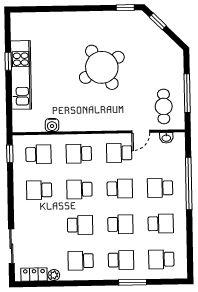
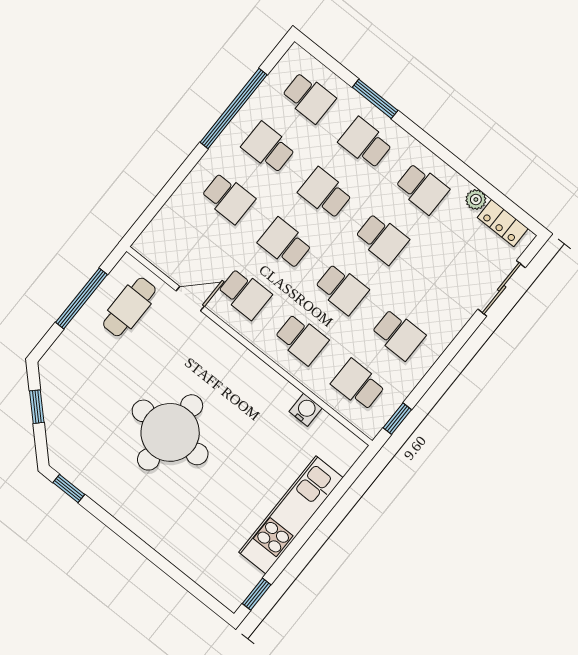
window: (158, 21) -> (37, 407), moved
window: (8, 61) -> (257, 594), moved
round table: (102, 67) -> (170, 432), turned 31
washbasin: (166, 138) -> (162, 260), removed
window: (189, 183) -> (234, 108), moved
school desk: (80, 225) -> (382, 239), turned 180

